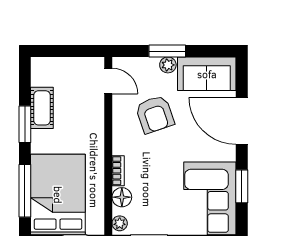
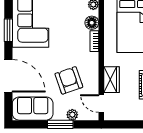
plant: (168, 65) -> (72, 115), moved
wardrobe: (93, 115) -> (112, 80), added

